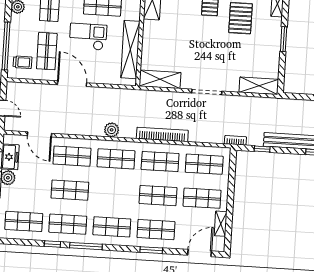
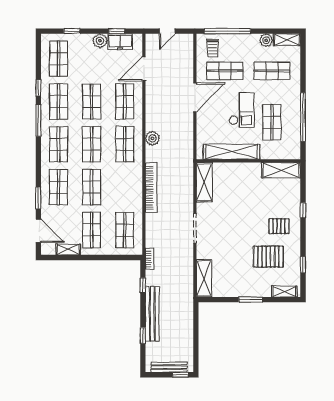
shop shelf: (160, 162) -> (92, 144), moved
window: (151, 250) -> (38, 198), moved

